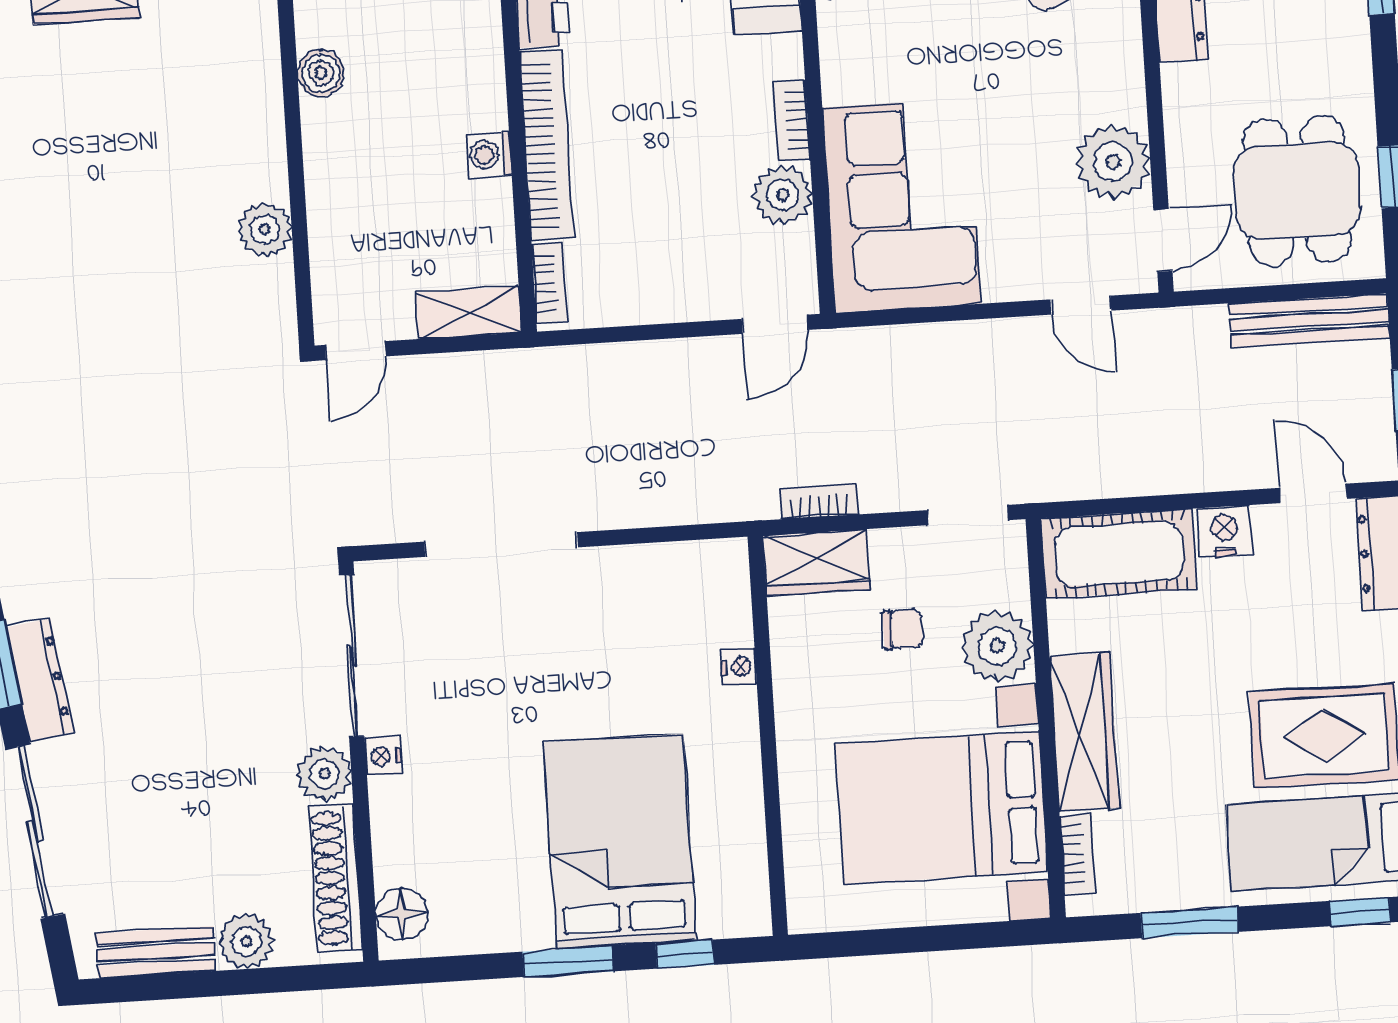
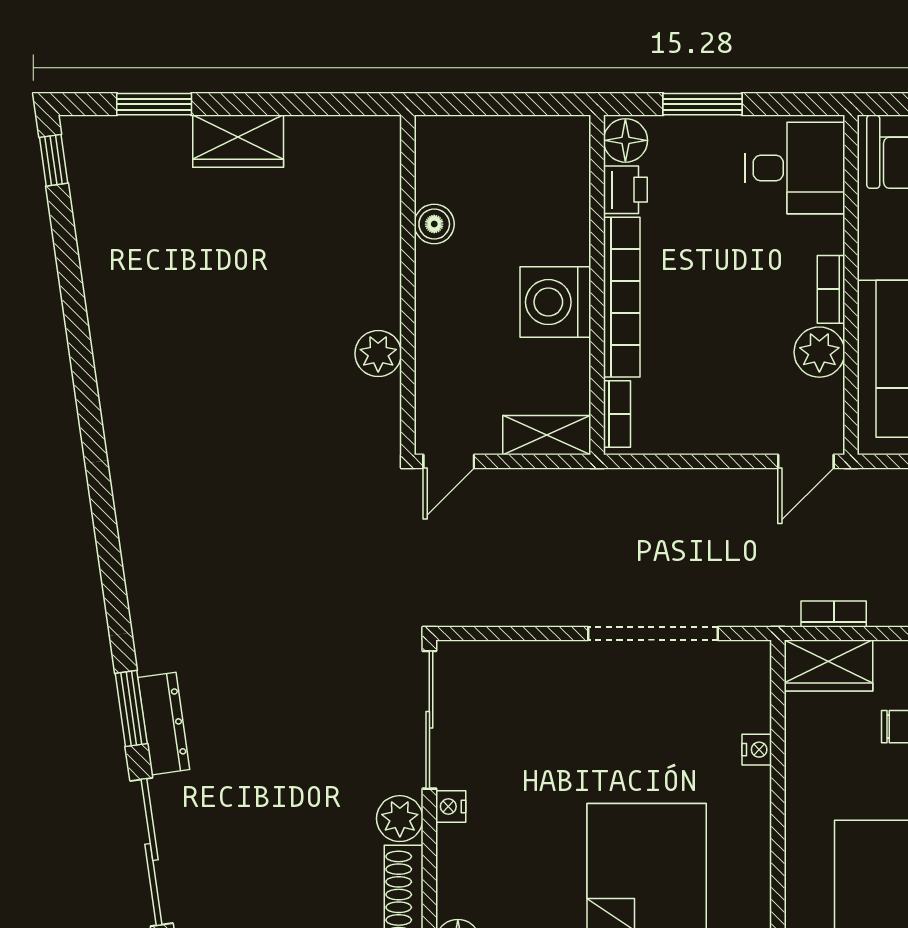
washing machine: (488, 154) -> (555, 302), width x1.89, depth x1.89
doorway: (501, 544) -> (653, 633), moved

